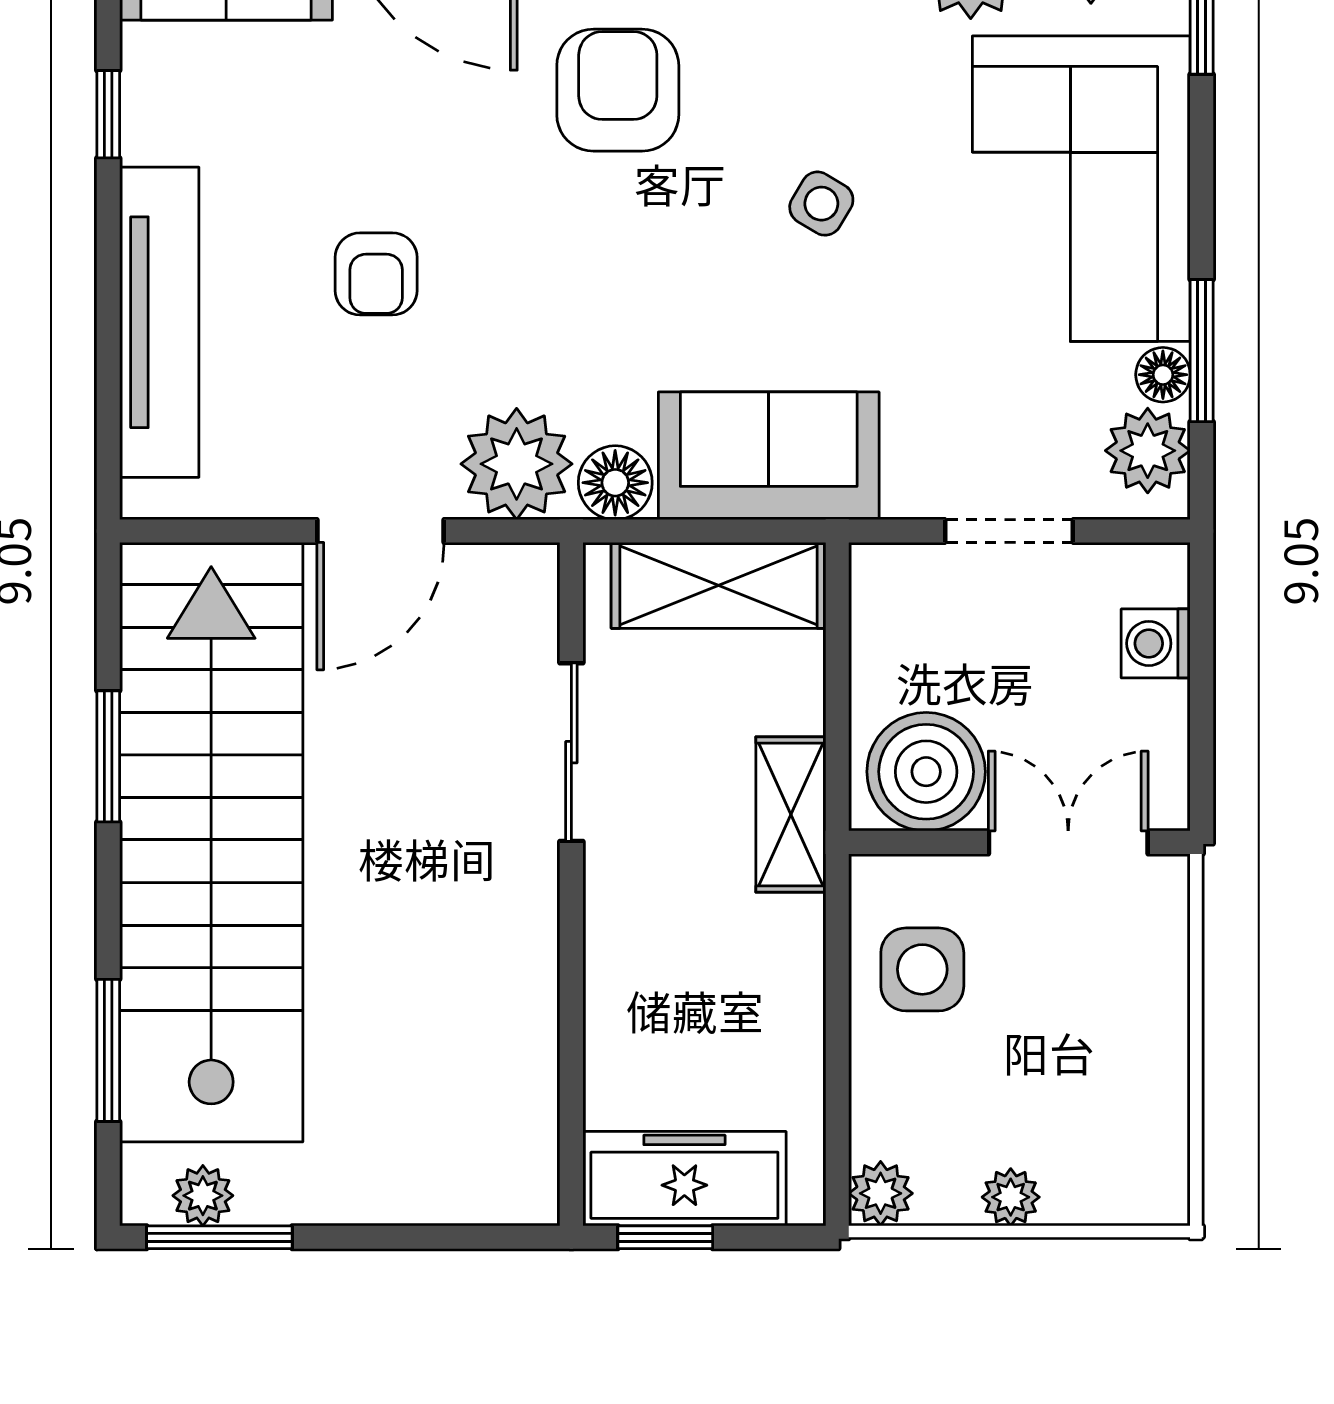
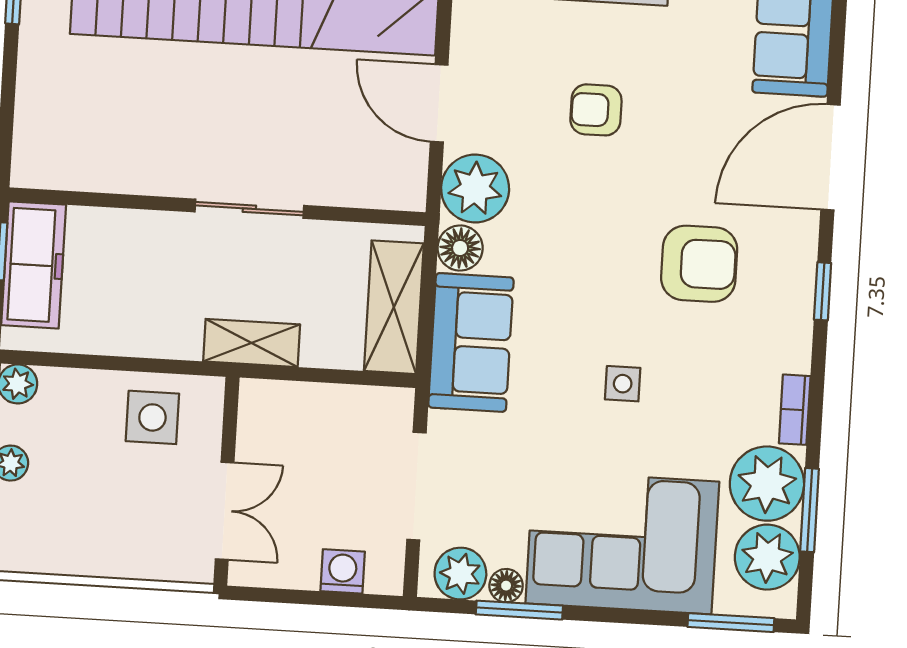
side table: (821, 204) -> (623, 384), turned -31
doorway: (1009, 531) -> (416, 486), width x1.38
sliding door: (571, 752) -> (249, 209), moved
boiler: (926, 772) -> (273, 427), removed

